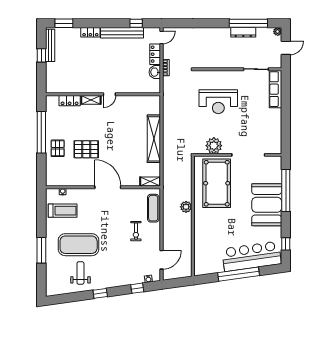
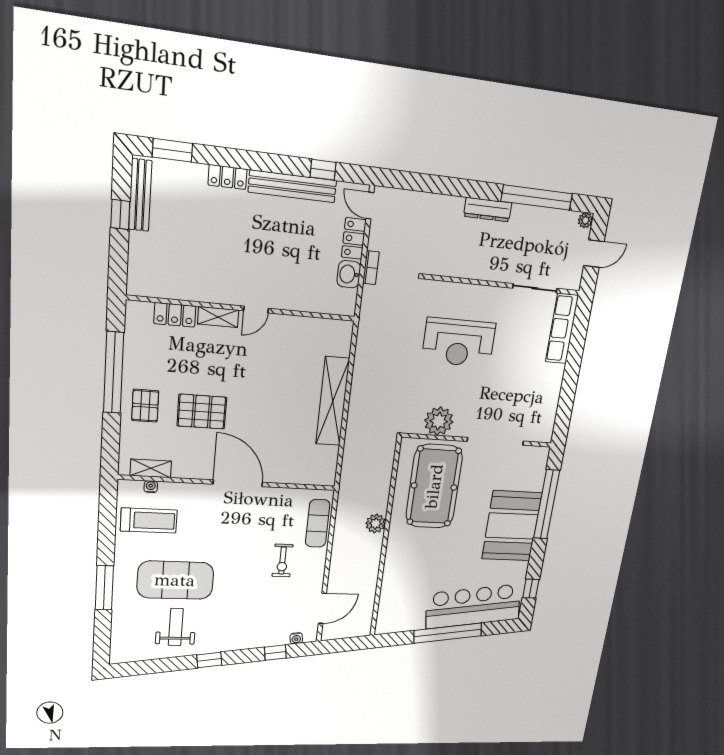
dresser: (243, 32) -> (488, 210), moved
door: (161, 37) -> (370, 206), swing flipped
shelving: (150, 182) -> (151, 468), moved

